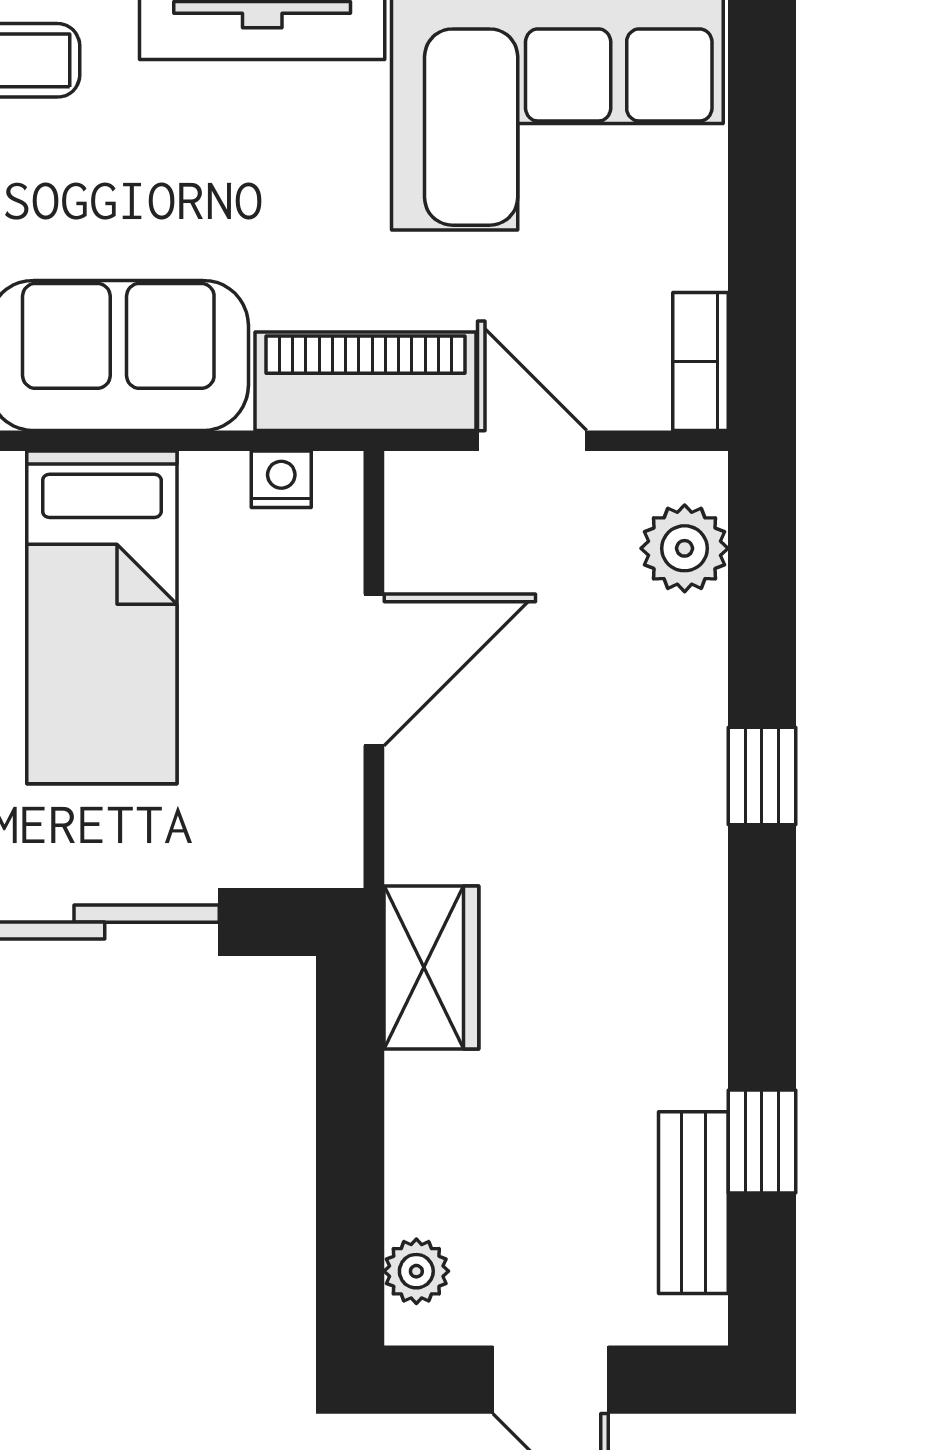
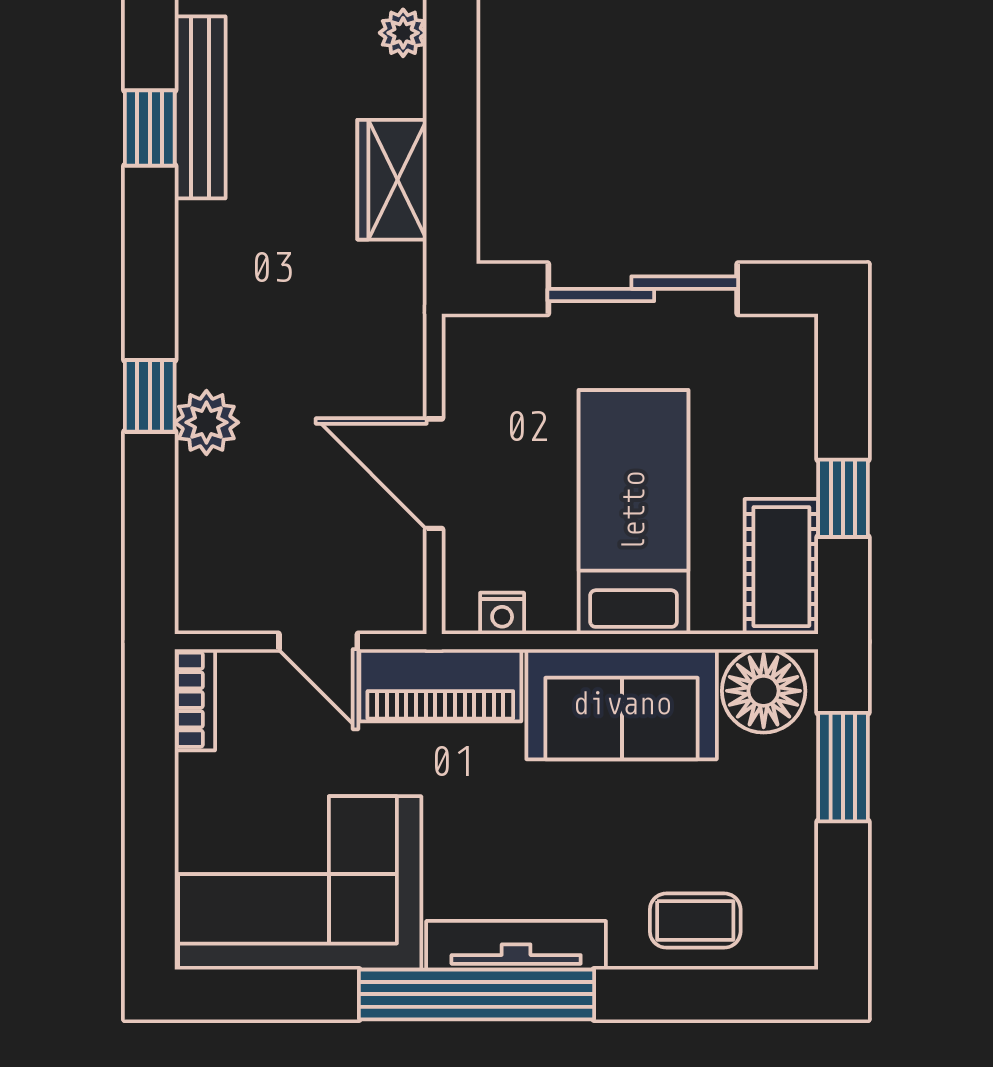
plant: (685, 548) -> (206, 422), moved
door: (374, 670) -> (434, 474), hinge flipped
wardrobe: (431, 968) -> (392, 180), moved
bench: (693, 1203) -> (200, 107), width x1.36

